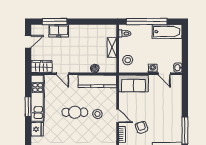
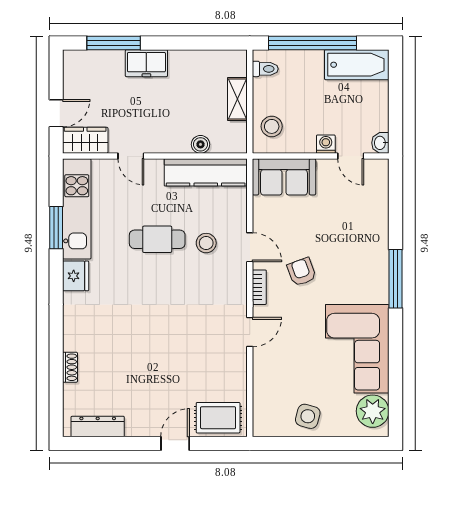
freezer: (59, 31) -> (146, 63), moved
door: (28, 42) -> (56, 113), moved

